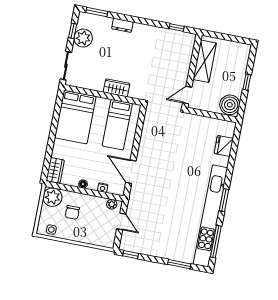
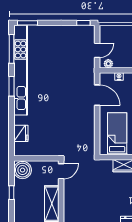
door: (121, 221) -> (97, 50), swing flipped
window: (179, 264) -> (28, 23), moved

